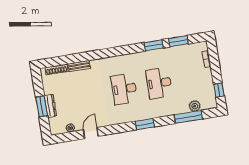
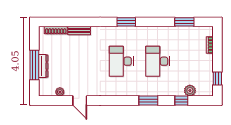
window: (154, 45) -> (126, 22), moved
window: (42, 106) -> (34, 65), width x1.44
window: (188, 117) -> (181, 100), width x0.46
window: (145, 124) -> (148, 100), moved
door: (91, 133) -> (80, 100), swing flipped

